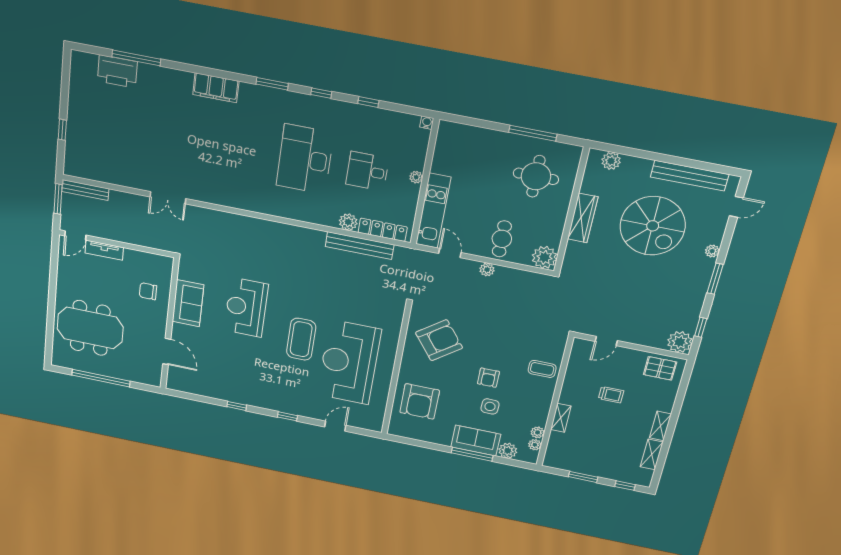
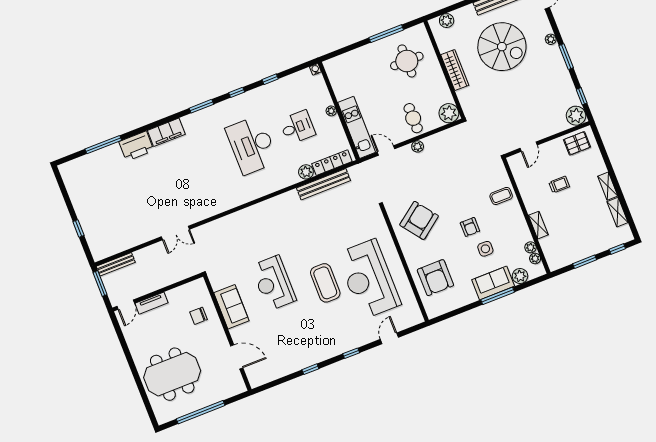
printer: (117, 71) -> (136, 146), moved
desk: (367, 171) -> (297, 127), turned 180

